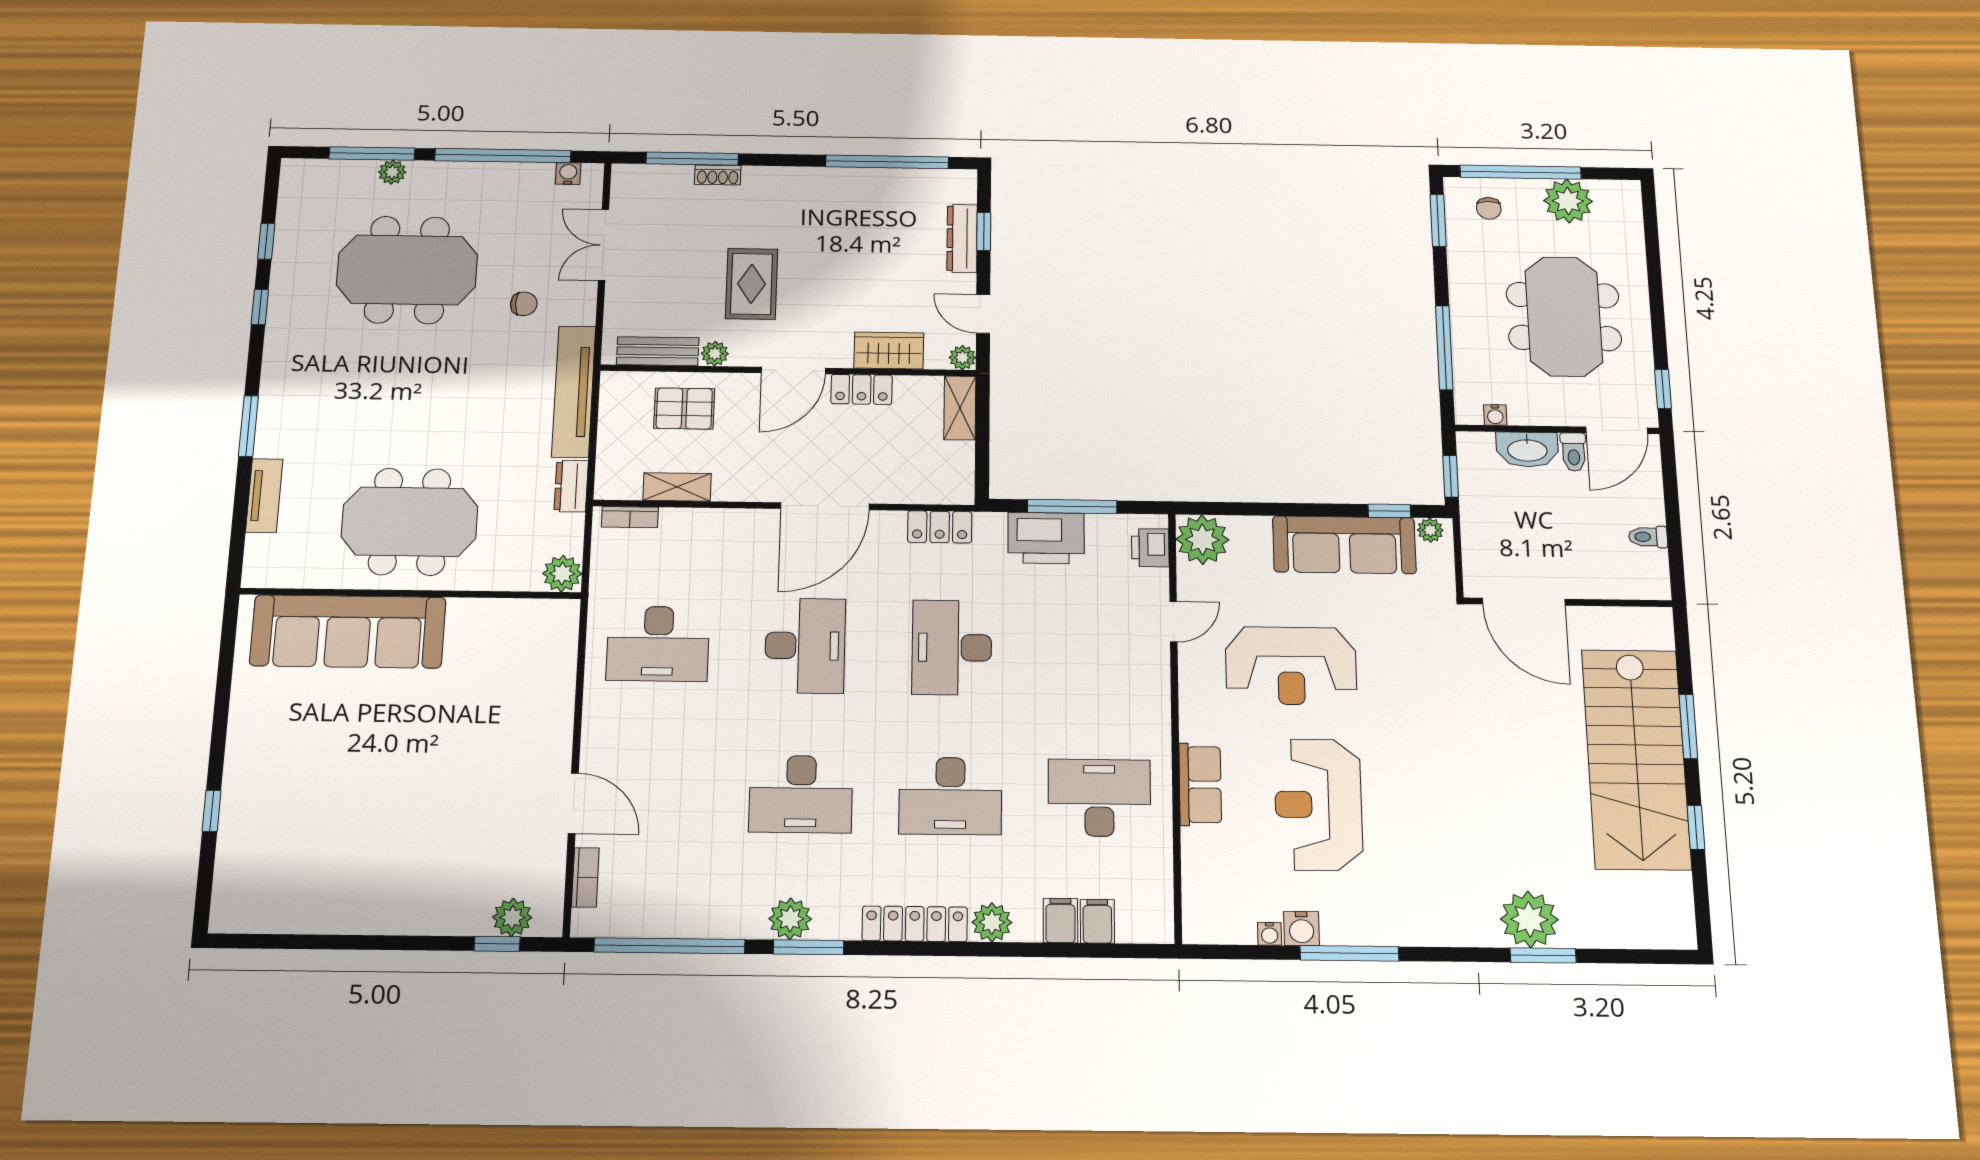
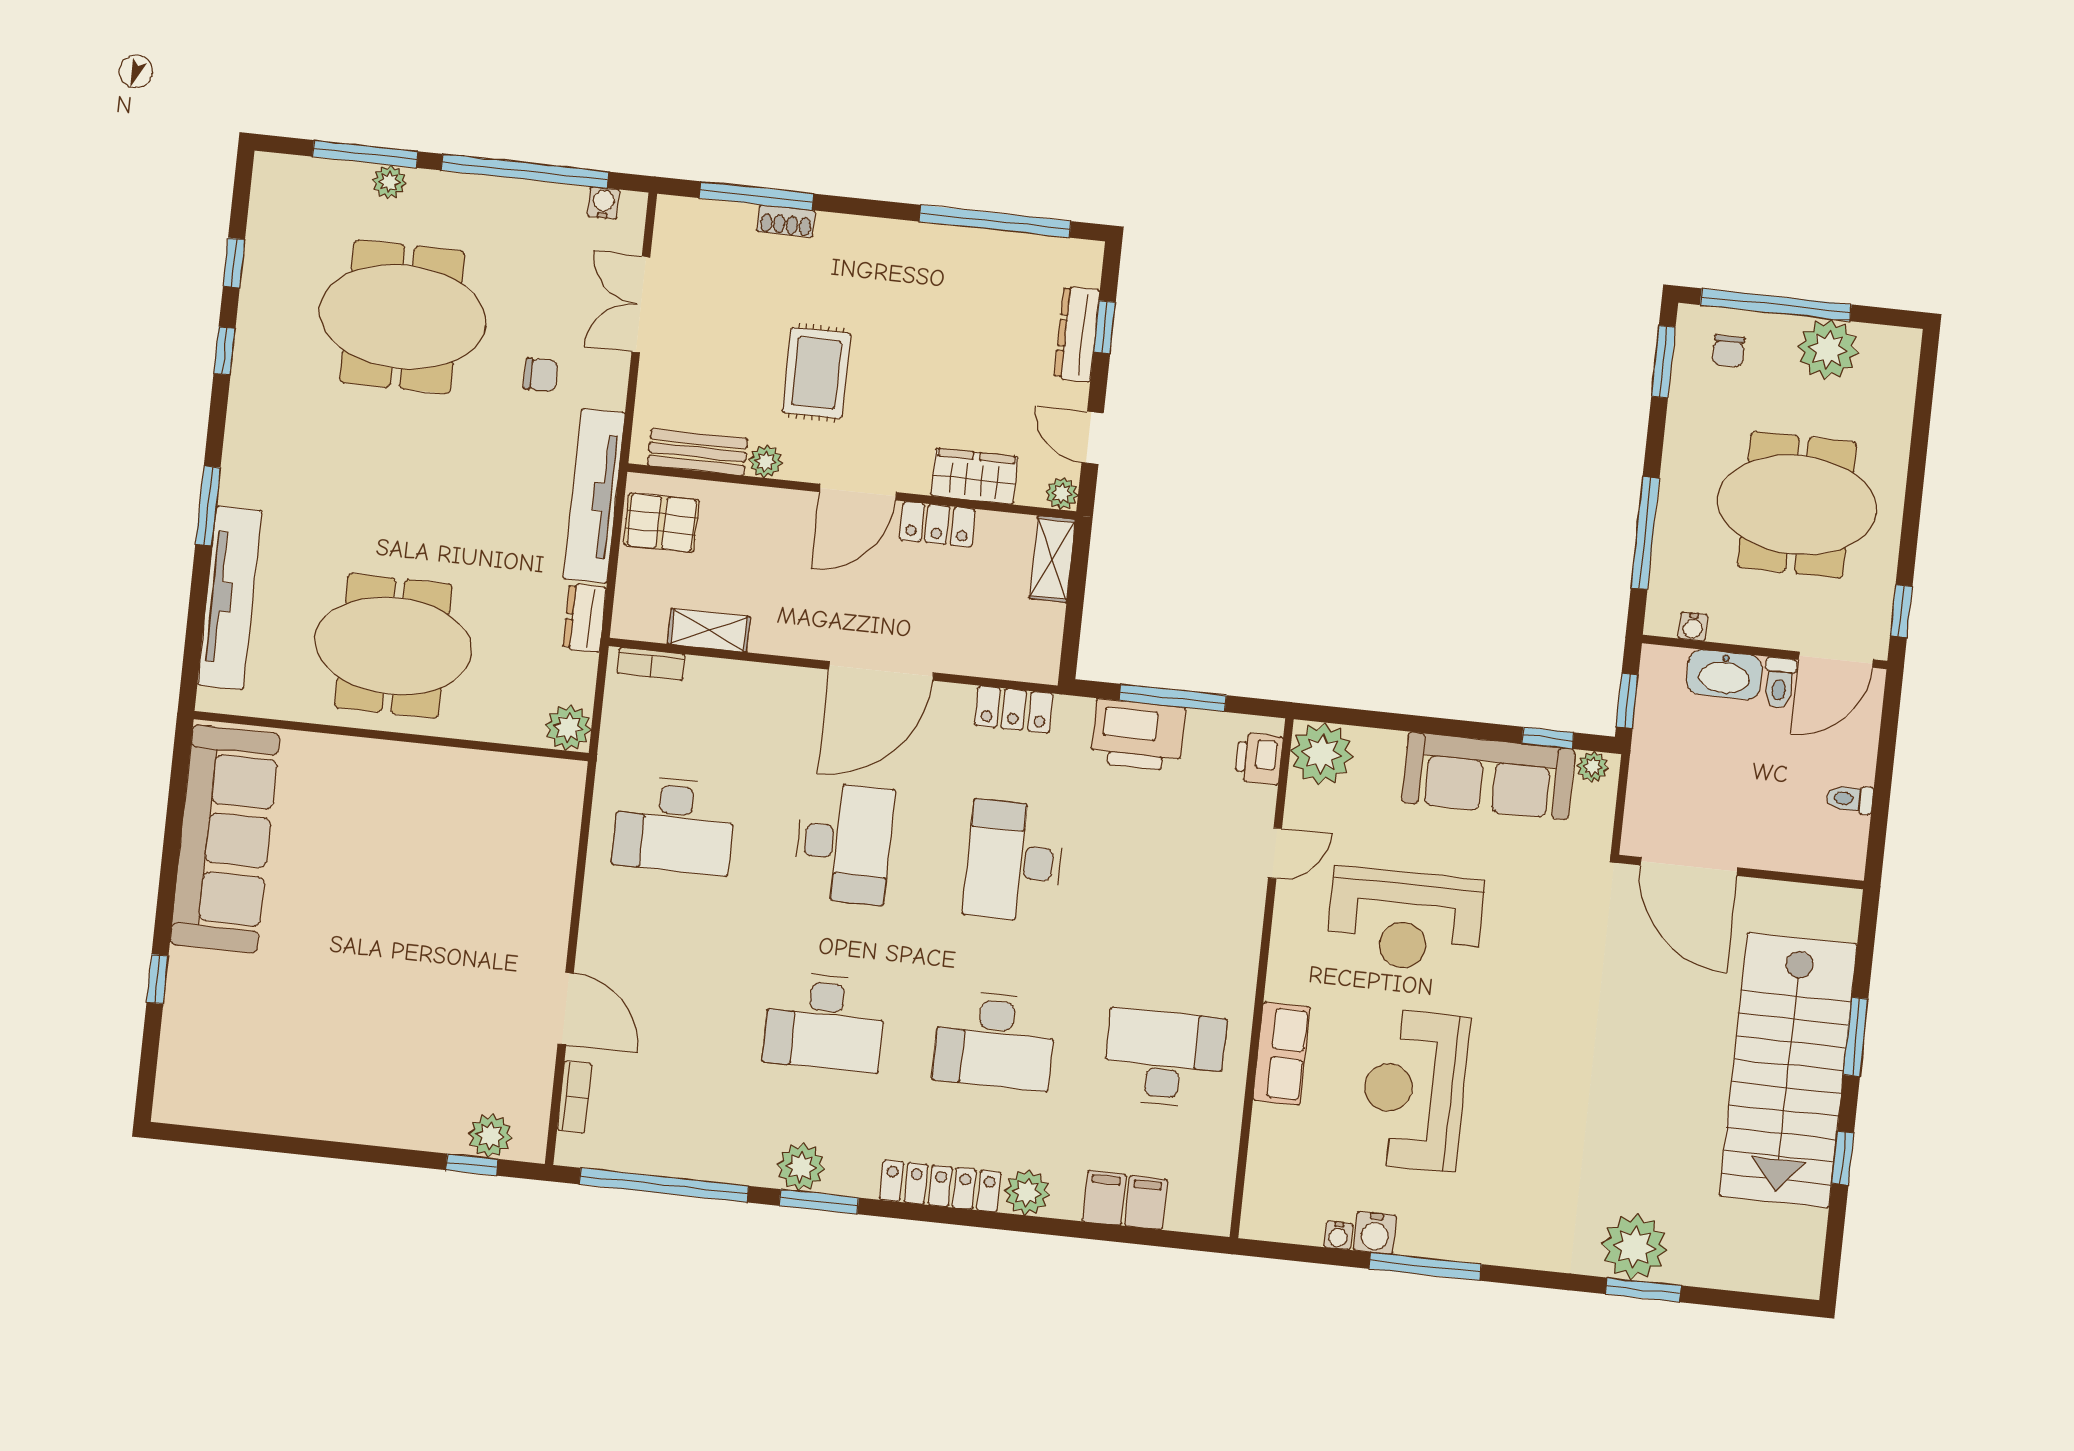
meeting table: (1564, 317) -> (1797, 505), turned 90
pallet: (684, 409) -> (662, 523), moved
tv unit: (264, 496) -> (230, 598), width x1.92, depth x1.29
sofa: (348, 631) -> (225, 839), moved, turned -90

